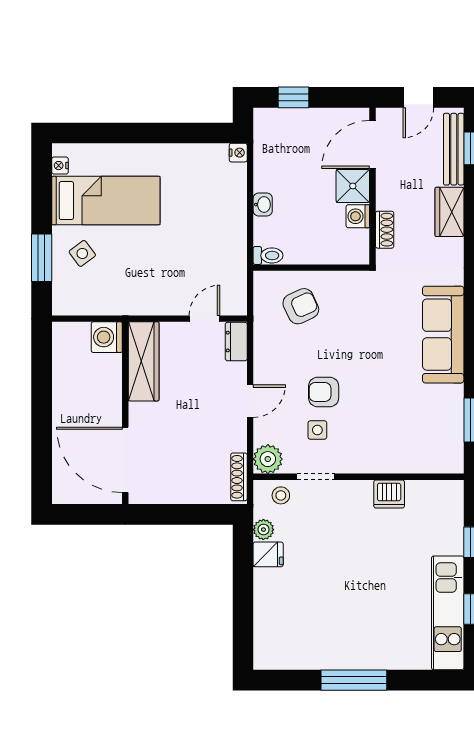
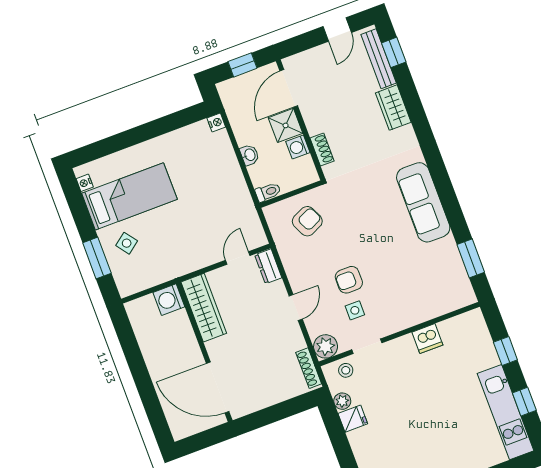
door: (373, 144) -> (289, 88), moved
shower: (353, 186) -> (286, 125), moved
wall: (373, 186) -> (300, 120), moved
washing machine: (358, 216) -> (298, 147), moved
shoe rack: (385, 230) -> (322, 150), moved

